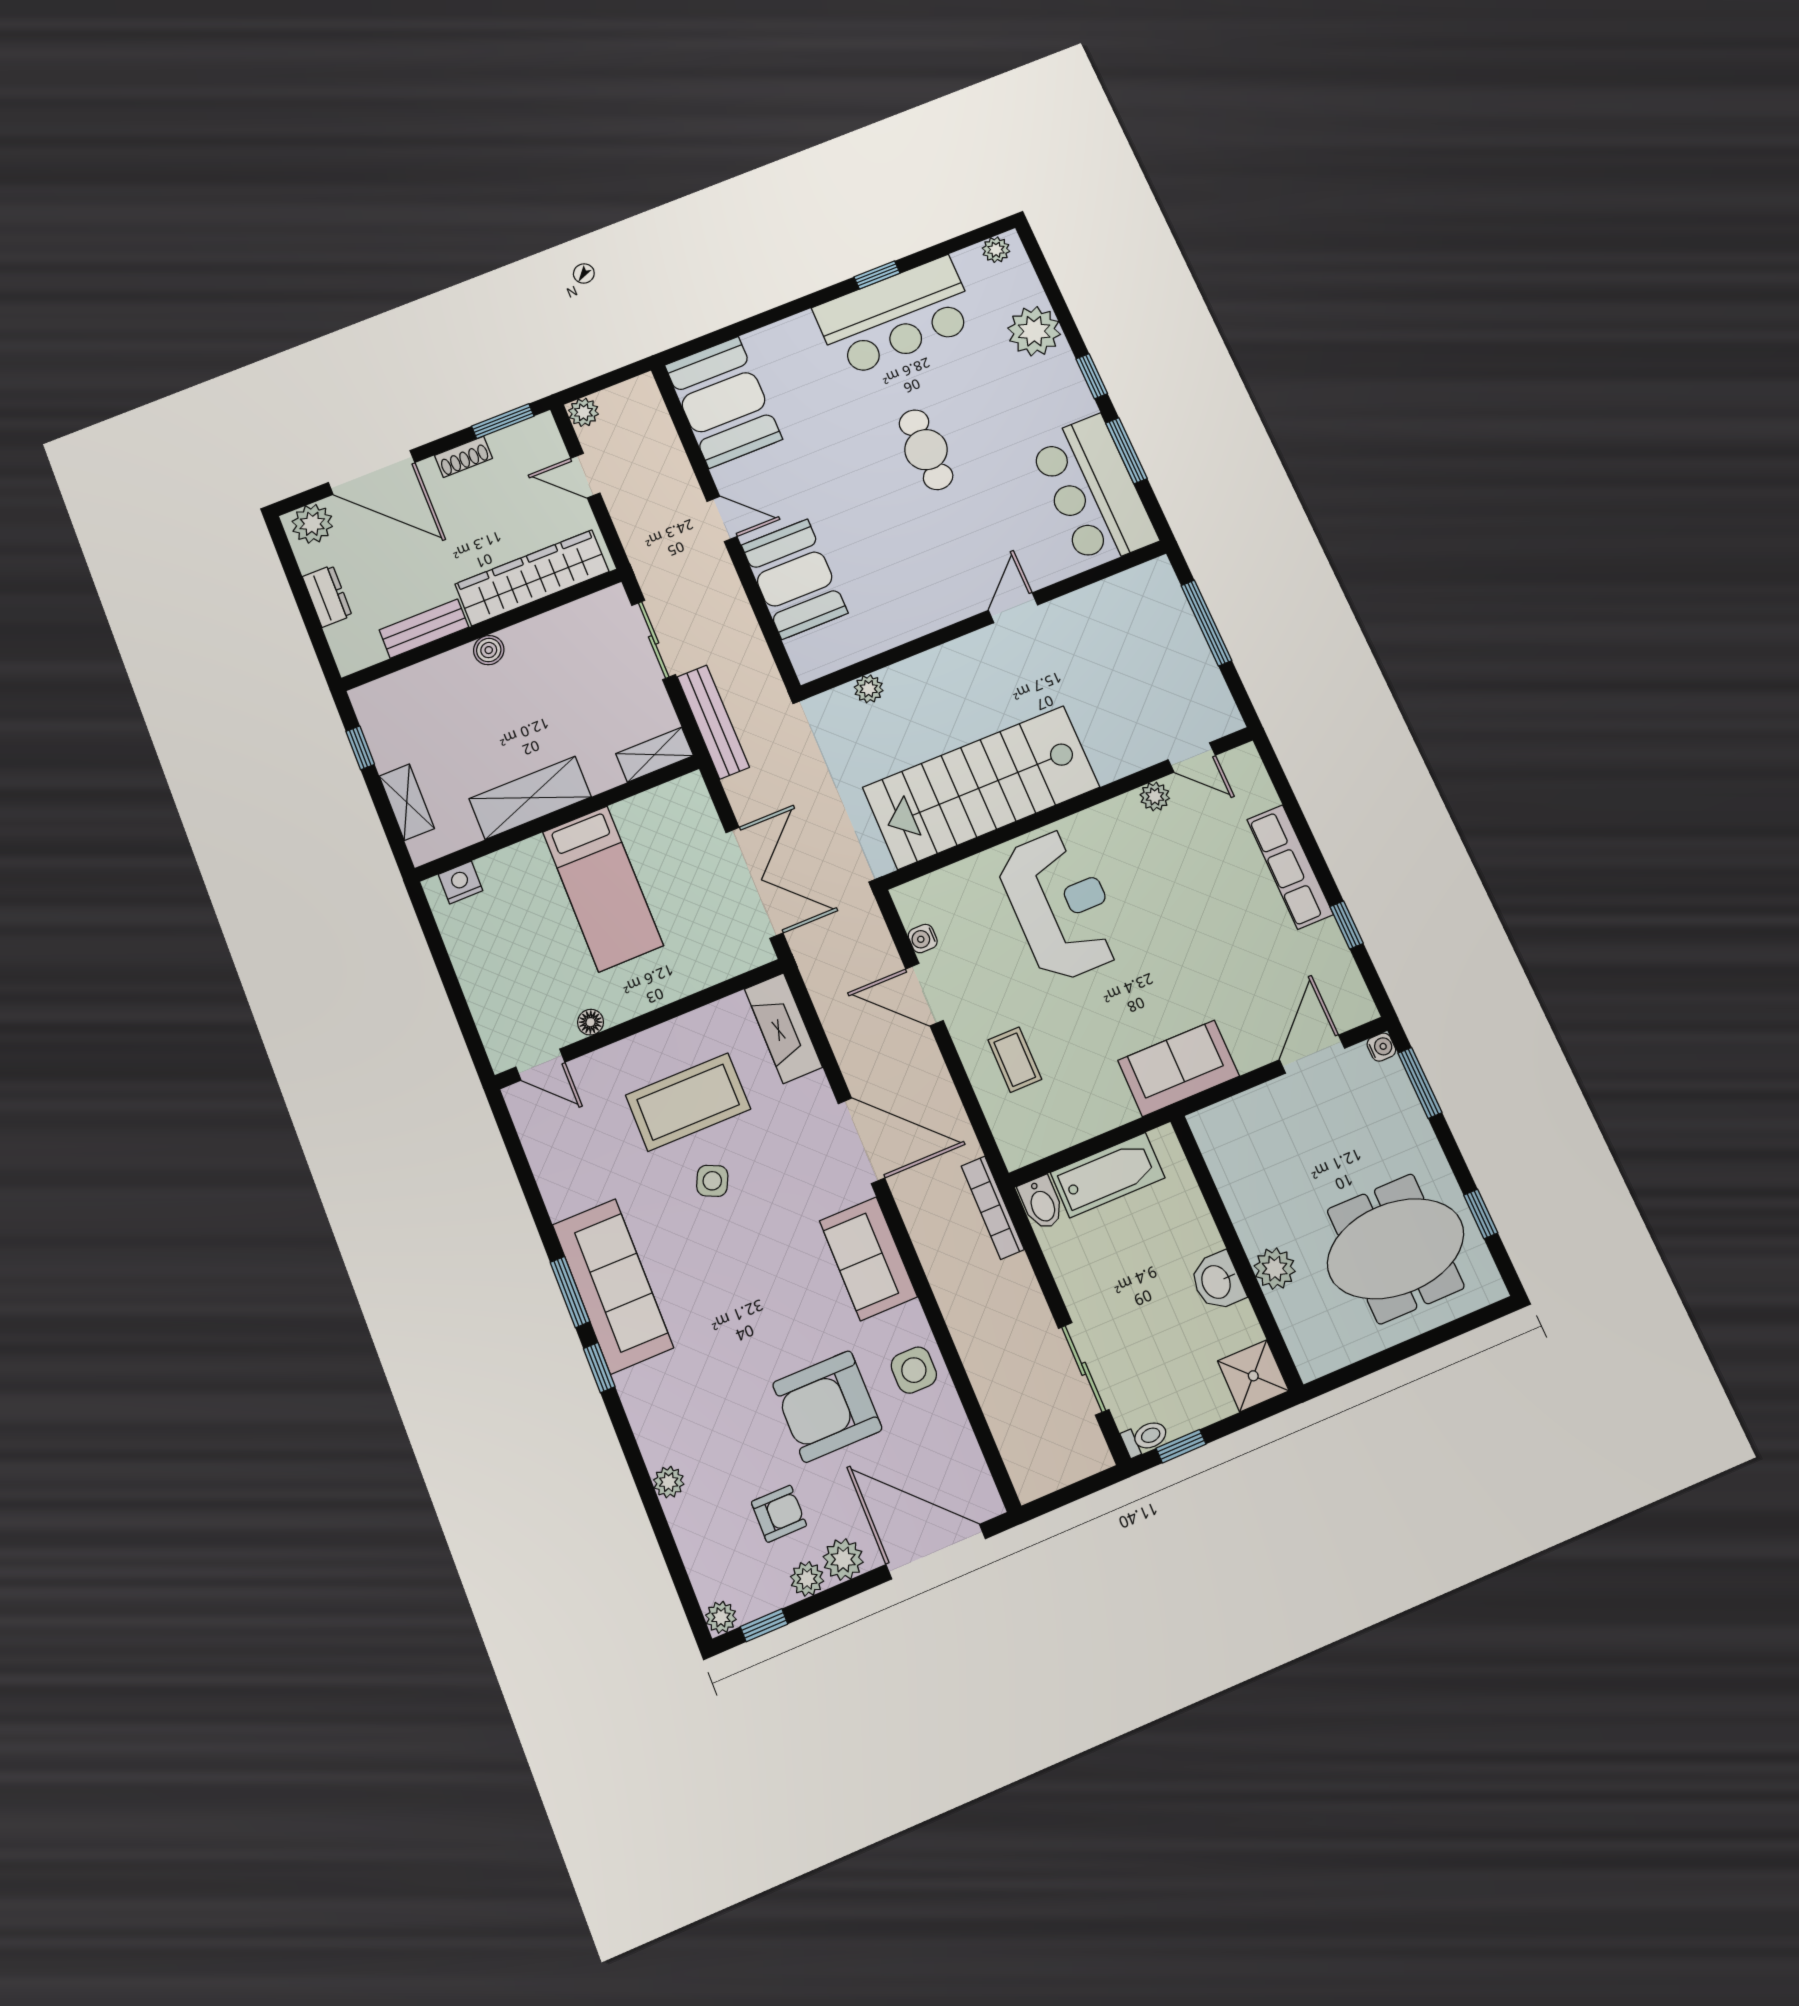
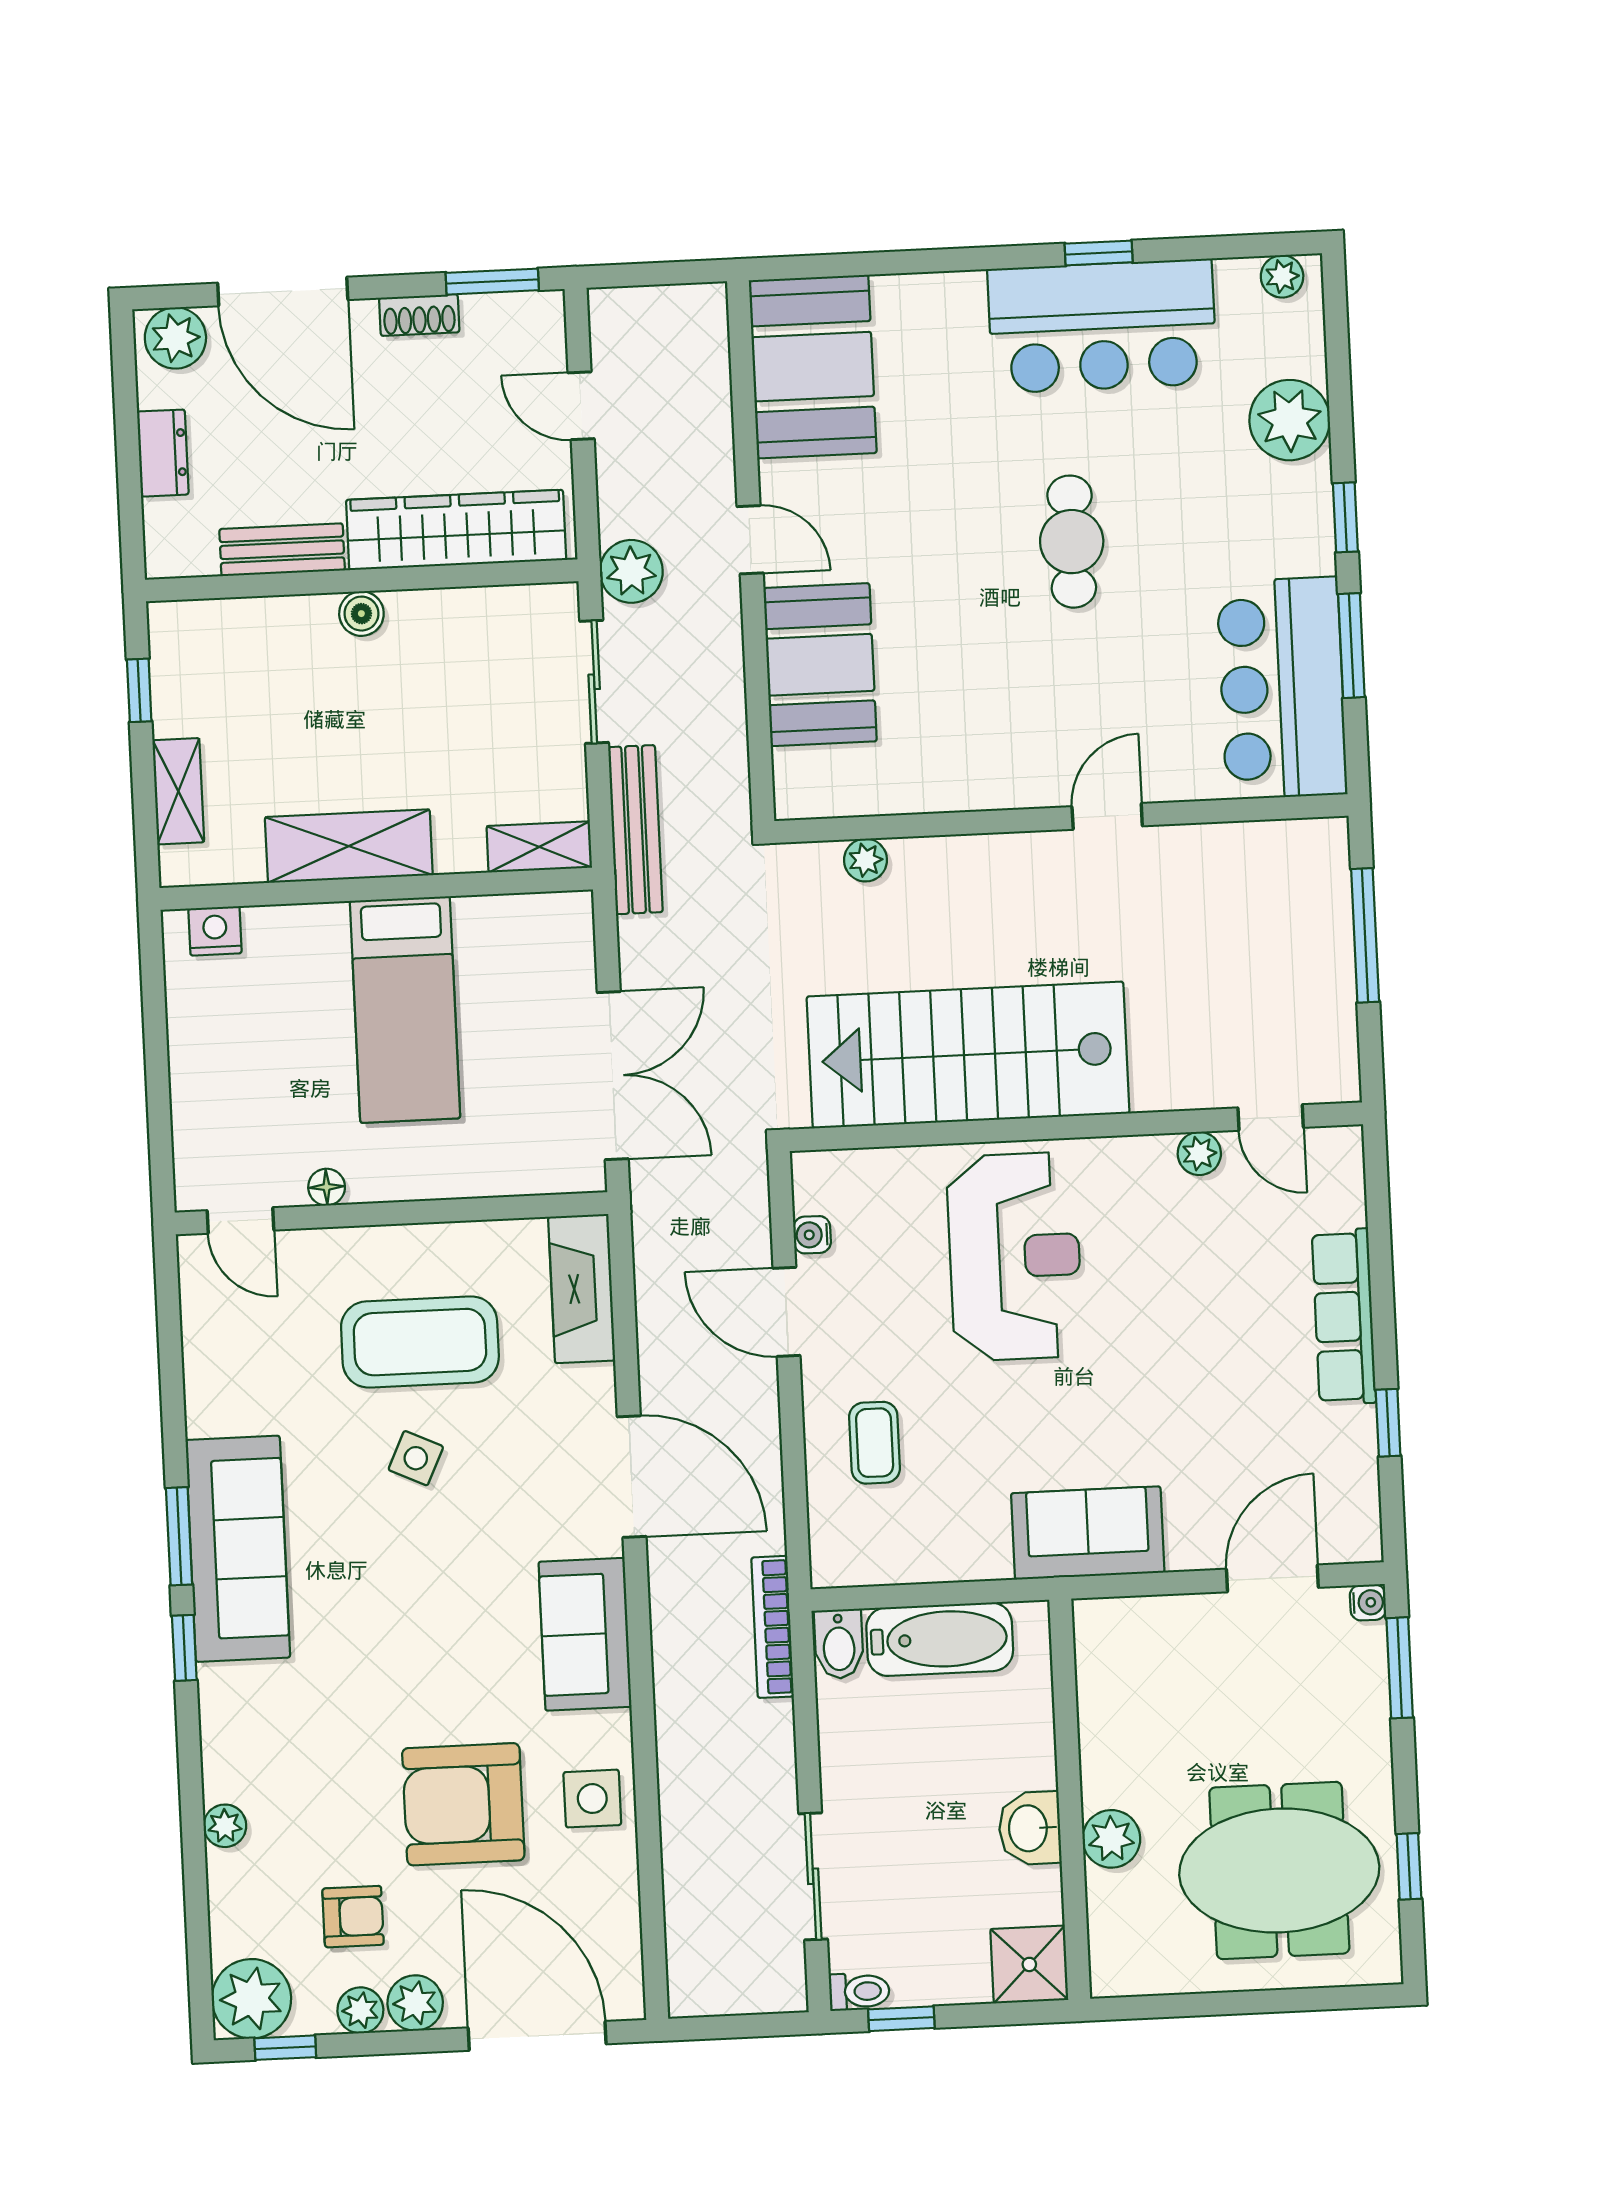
plant: (584, 412) -> (631, 571), moved, width x1.38, depth x1.38
plant: (721, 1617) -> (251, 1999), width x1.87, depth x1.87

